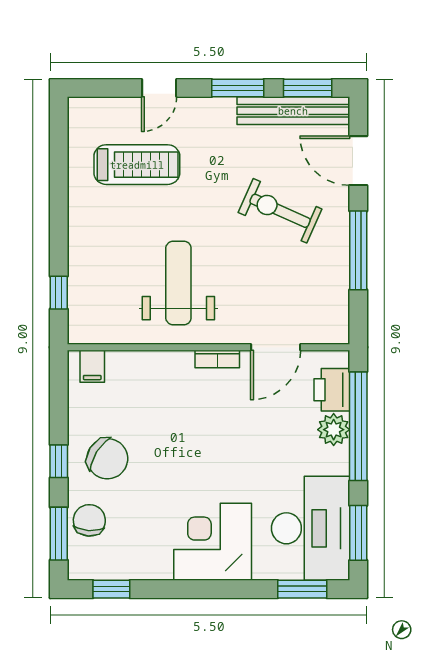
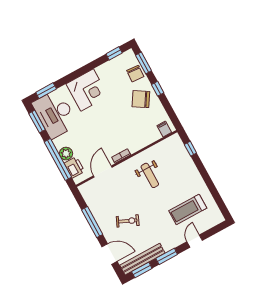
exercise bike: (280, 211) -> (128, 221), width x0.73, depth x0.72
weight bench: (178, 283) -> (150, 175), width x0.73, depth x0.75

